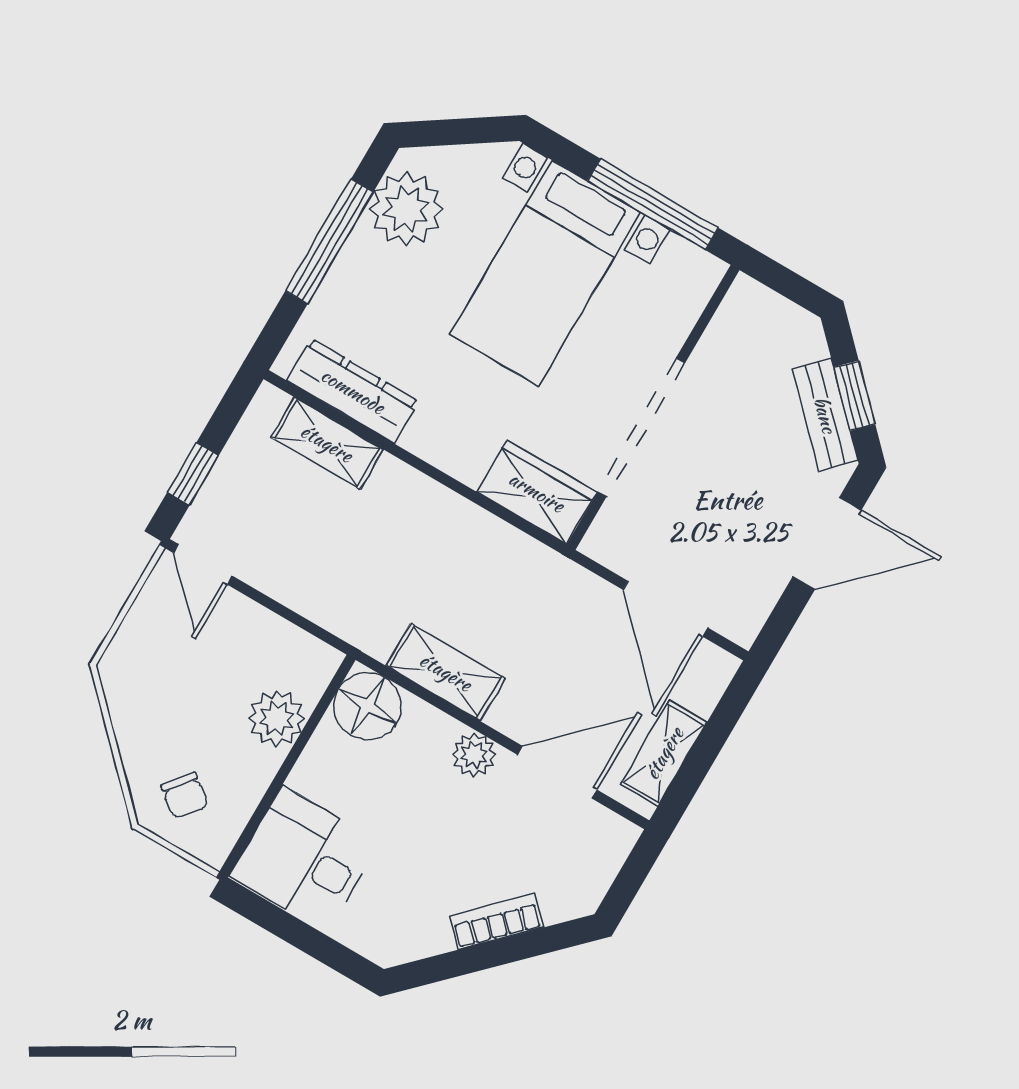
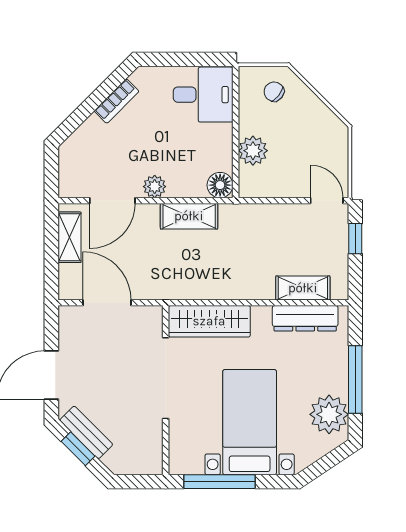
wardrobe: (537, 492) -> (209, 321), width x1.50
floor lamp: (368, 706) -> (220, 185), width x0.73, depth x0.73
bookcase: (496, 922) -> (117, 101), moved

